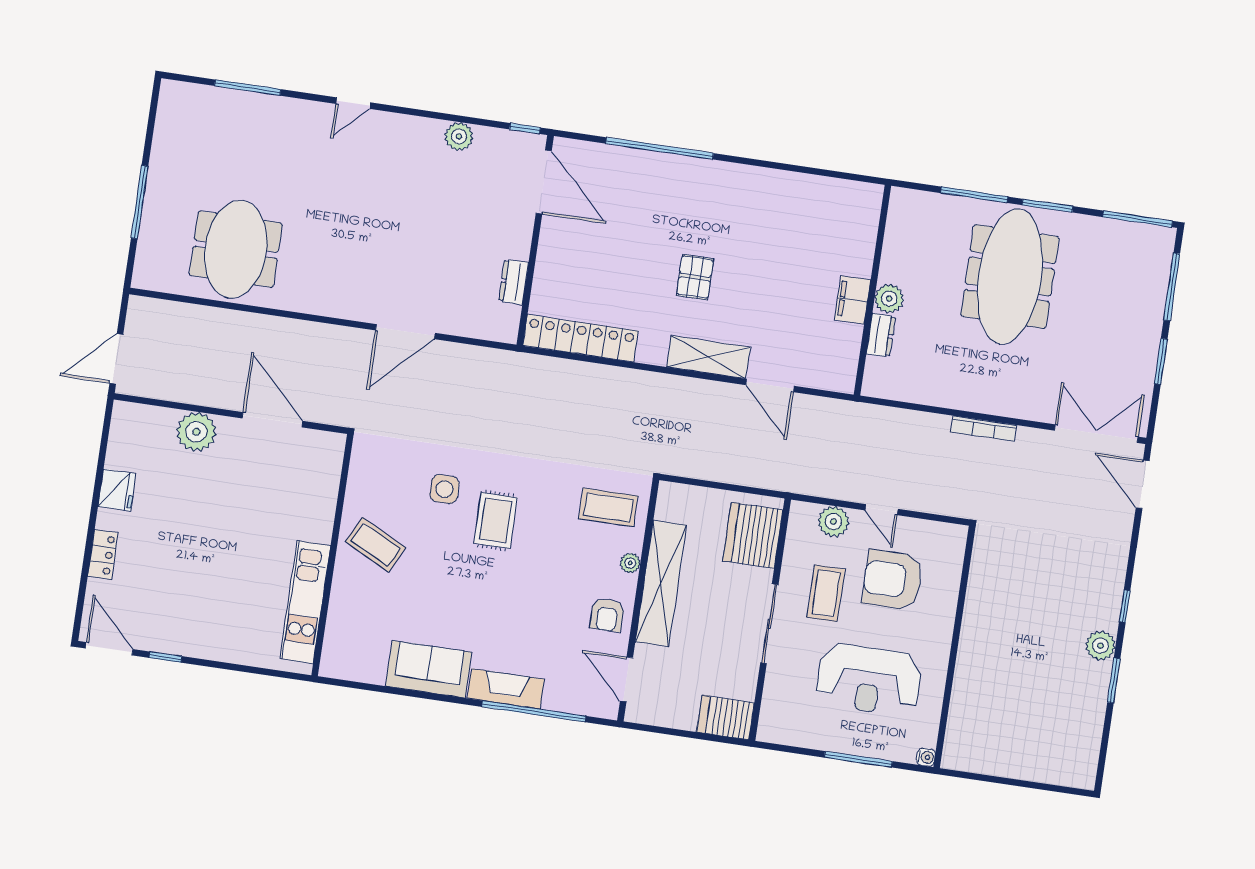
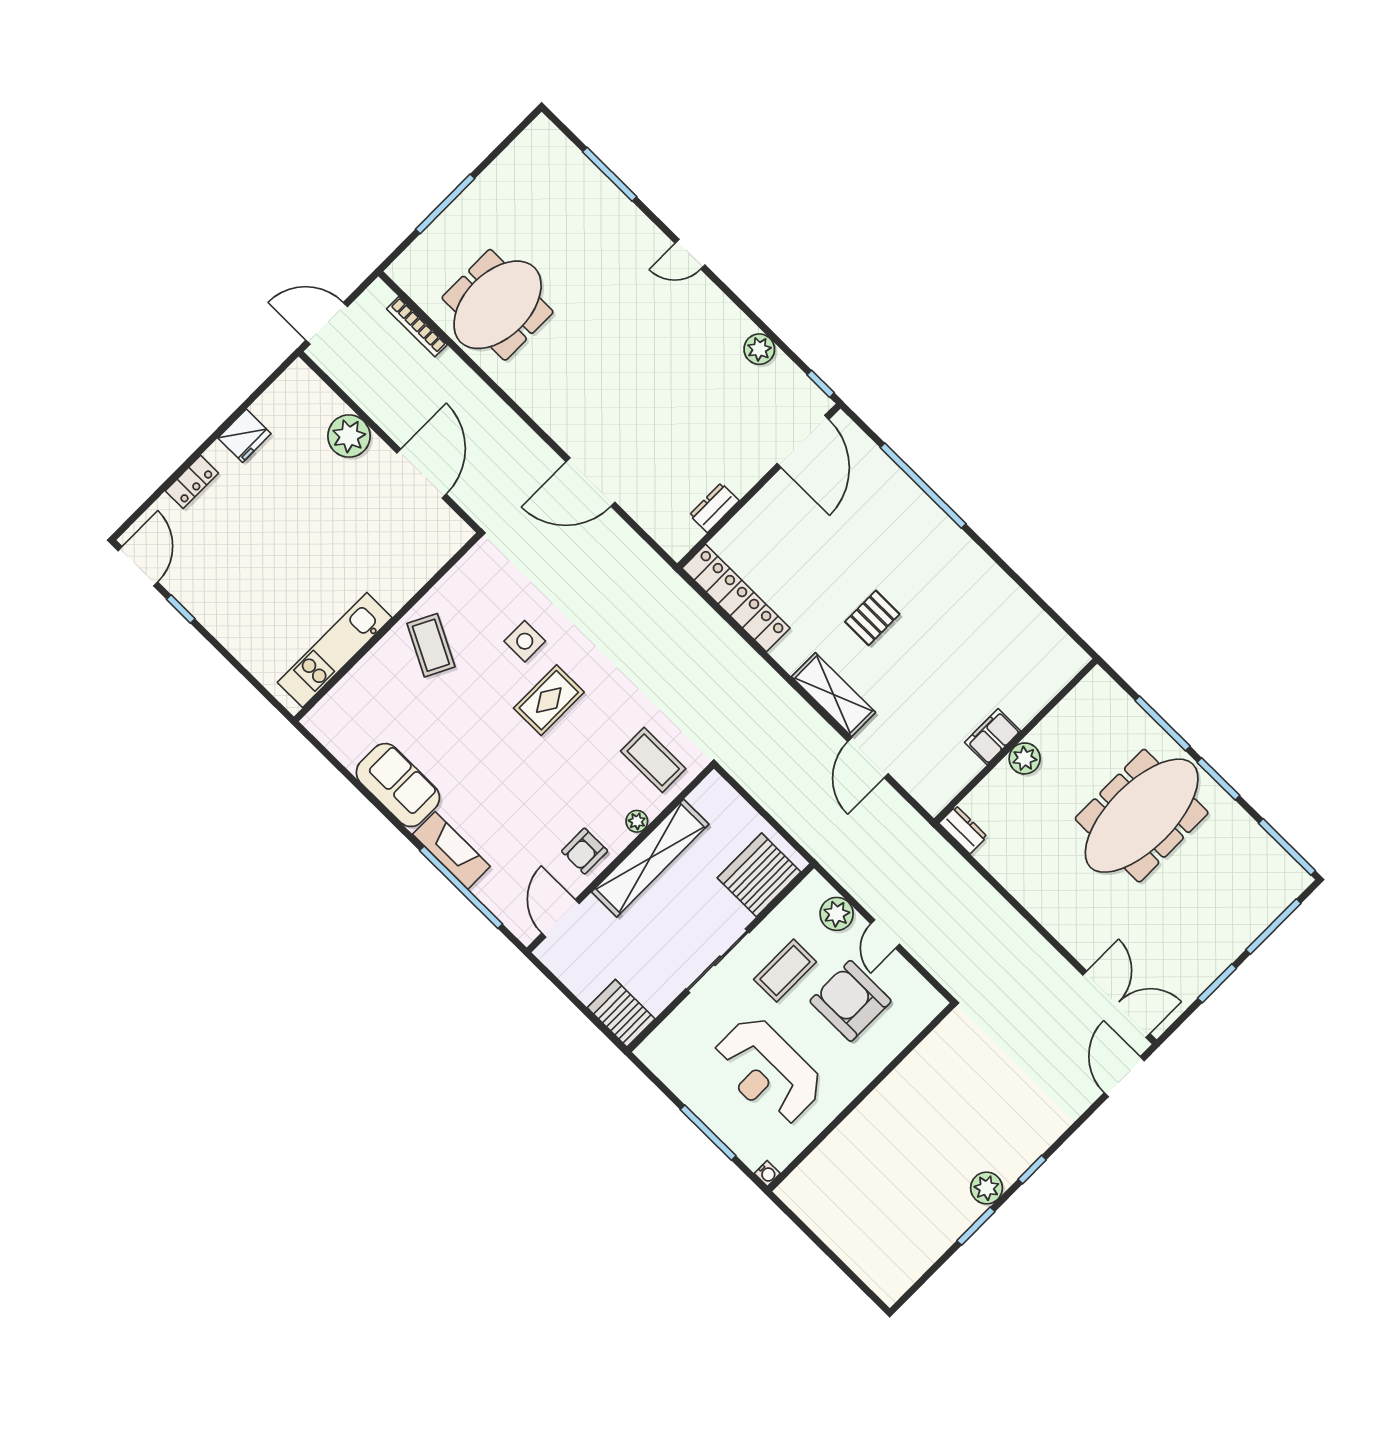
dresser: (881, 335) -> (963, 830), moved, turned -90
bookcase: (984, 429) -> (417, 327), moved

